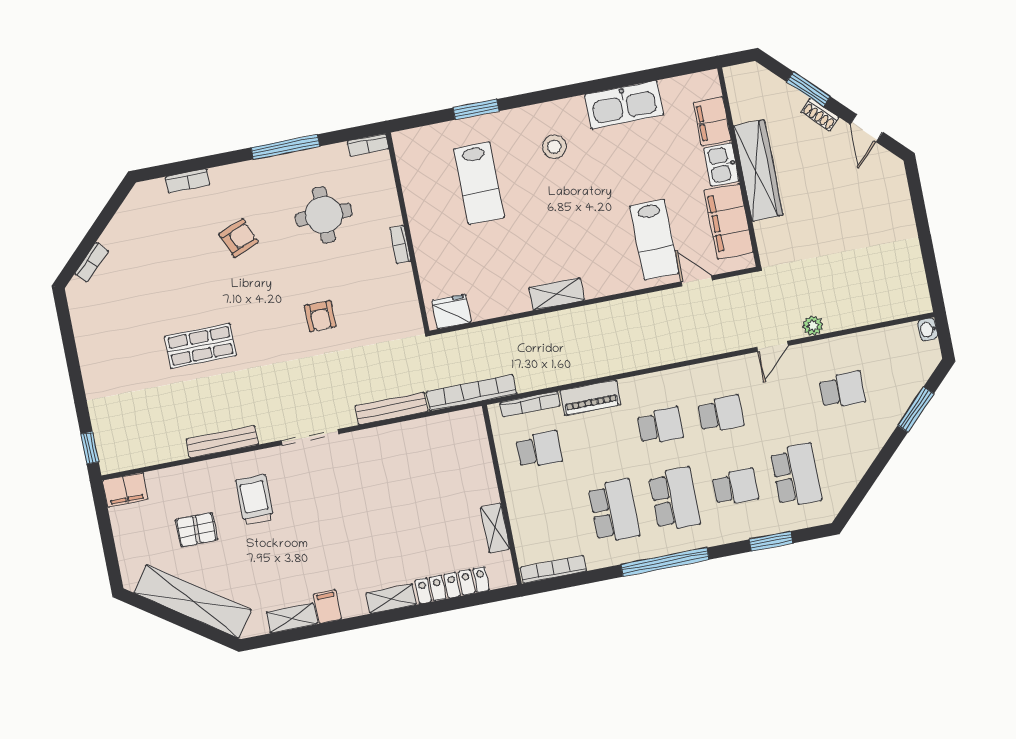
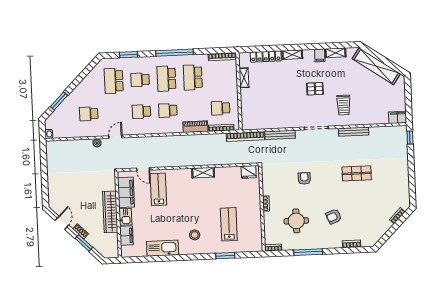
pallet: (196, 530) -> (315, 89), moved

